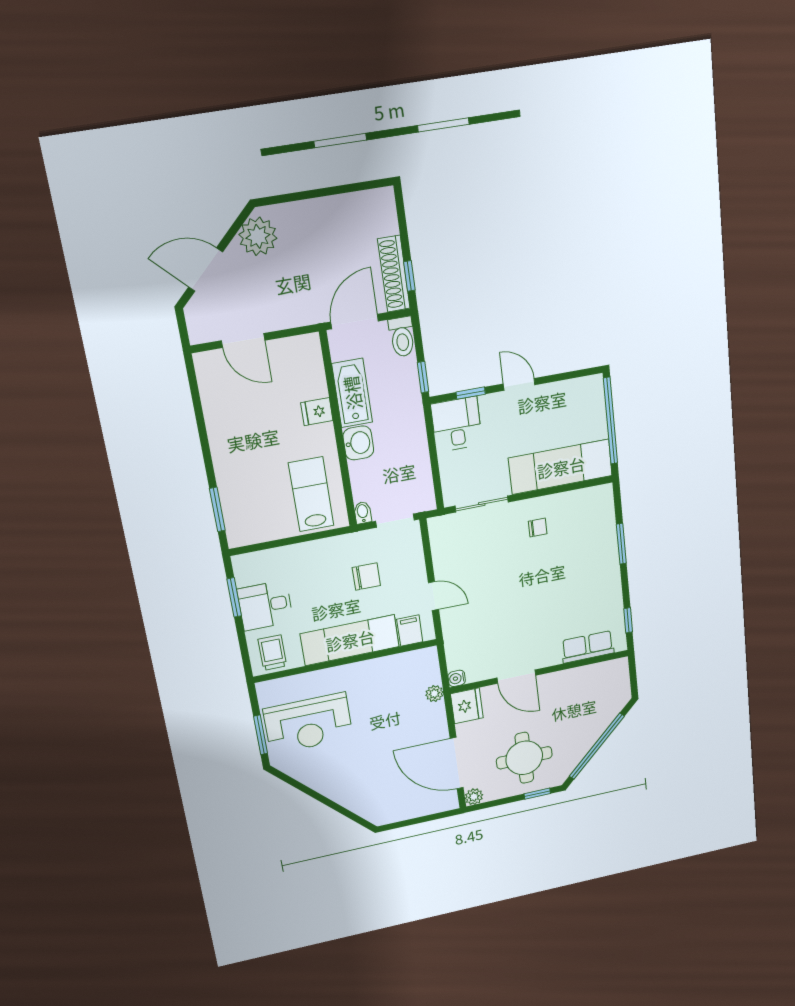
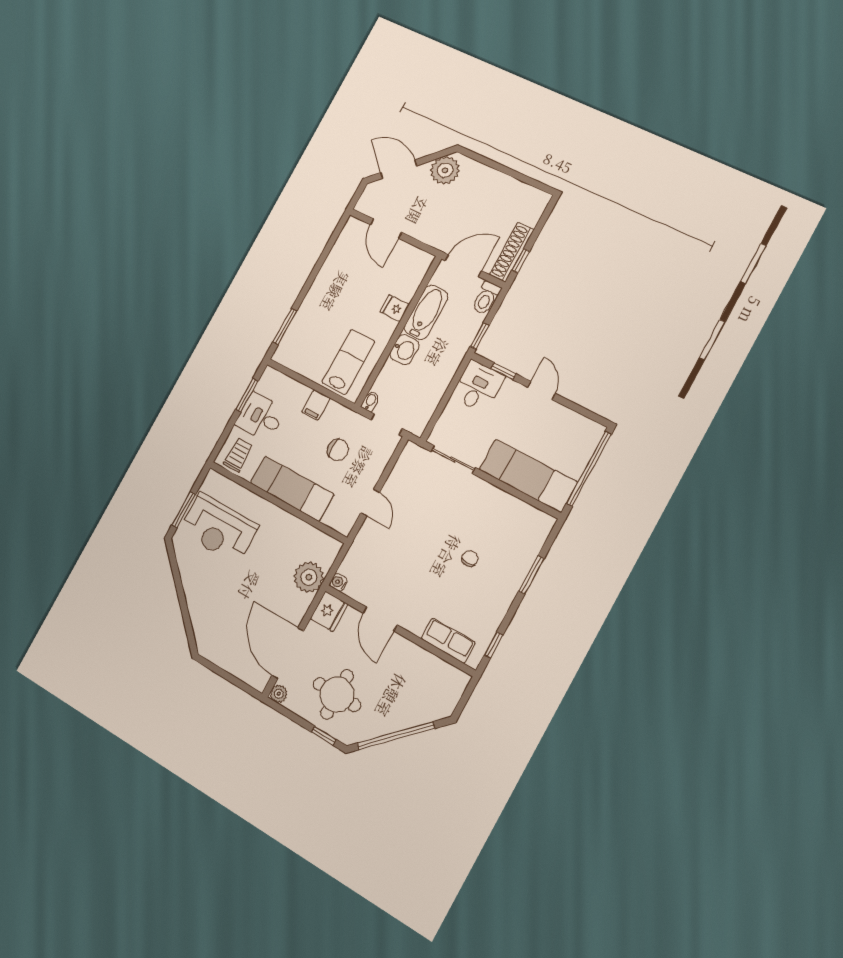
chair: (538, 527) -> (470, 559), moved, turned -90
filing cabinet: (410, 631) -> (316, 405), moved, turned 180
plant: (434, 694) -> (309, 577), width x1.88, depth x1.88

